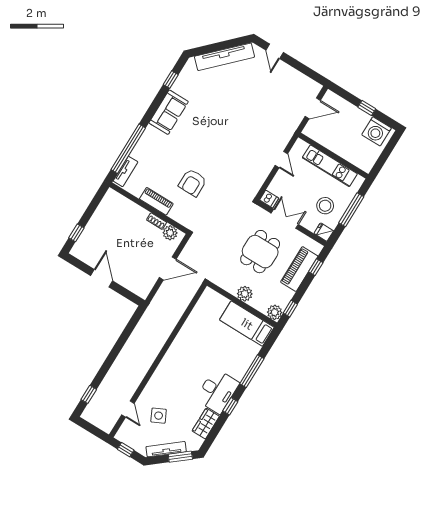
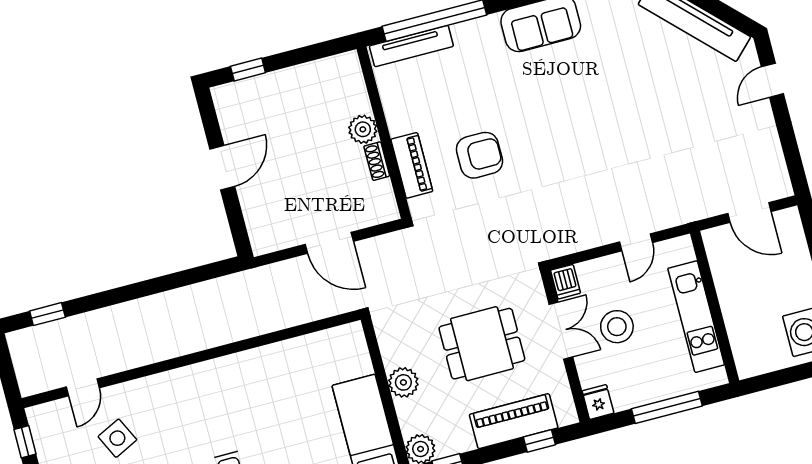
tv unit: (125, 171) -> (411, 46), width x1.41
armchair: (192, 183) -> (479, 155), turned 180
piano: (156, 201) -> (412, 165), moved
stool: (325, 206) -> (617, 327), moved
plant: (170, 233) -> (363, 129), moved

